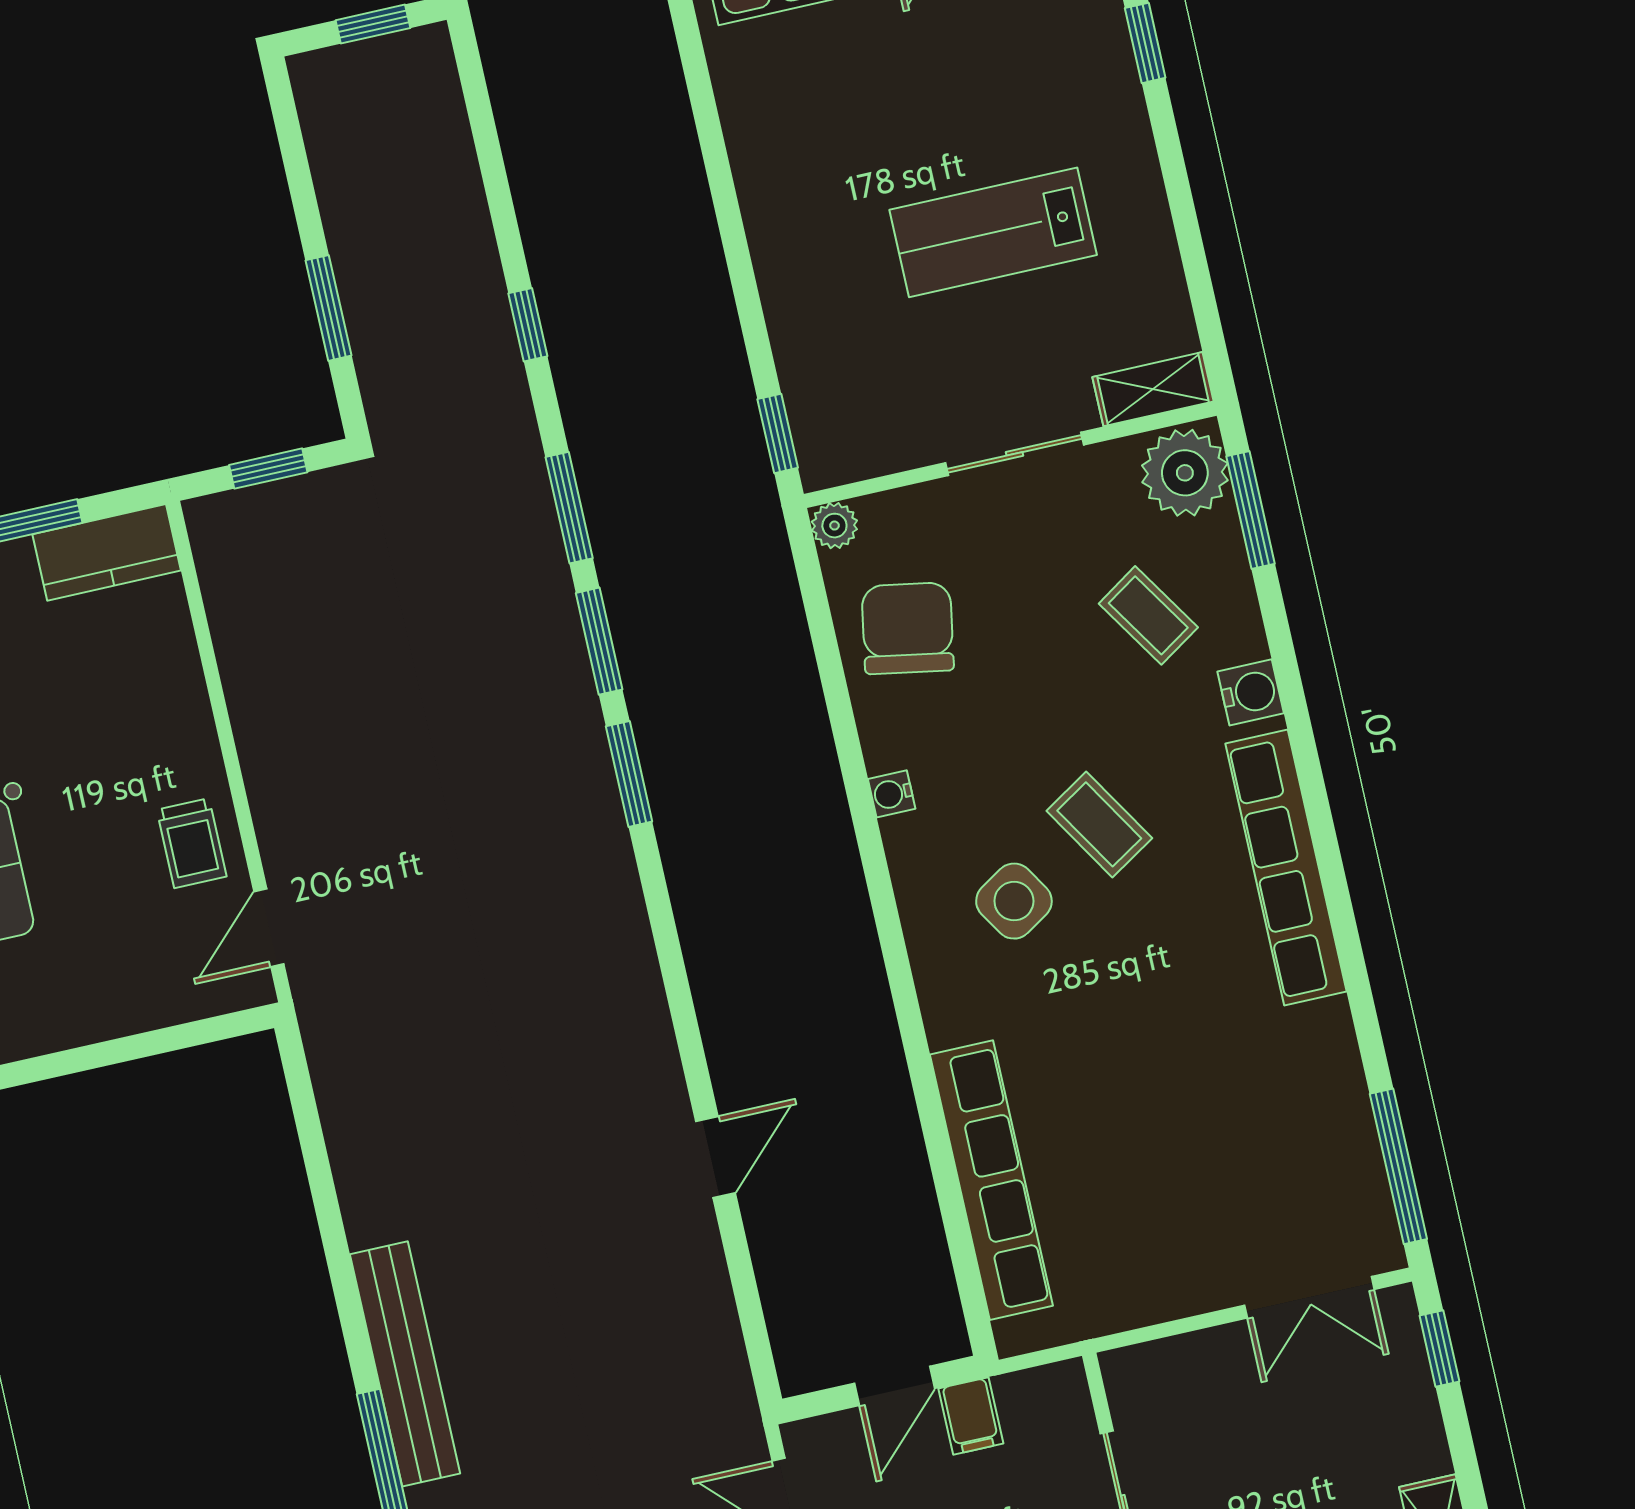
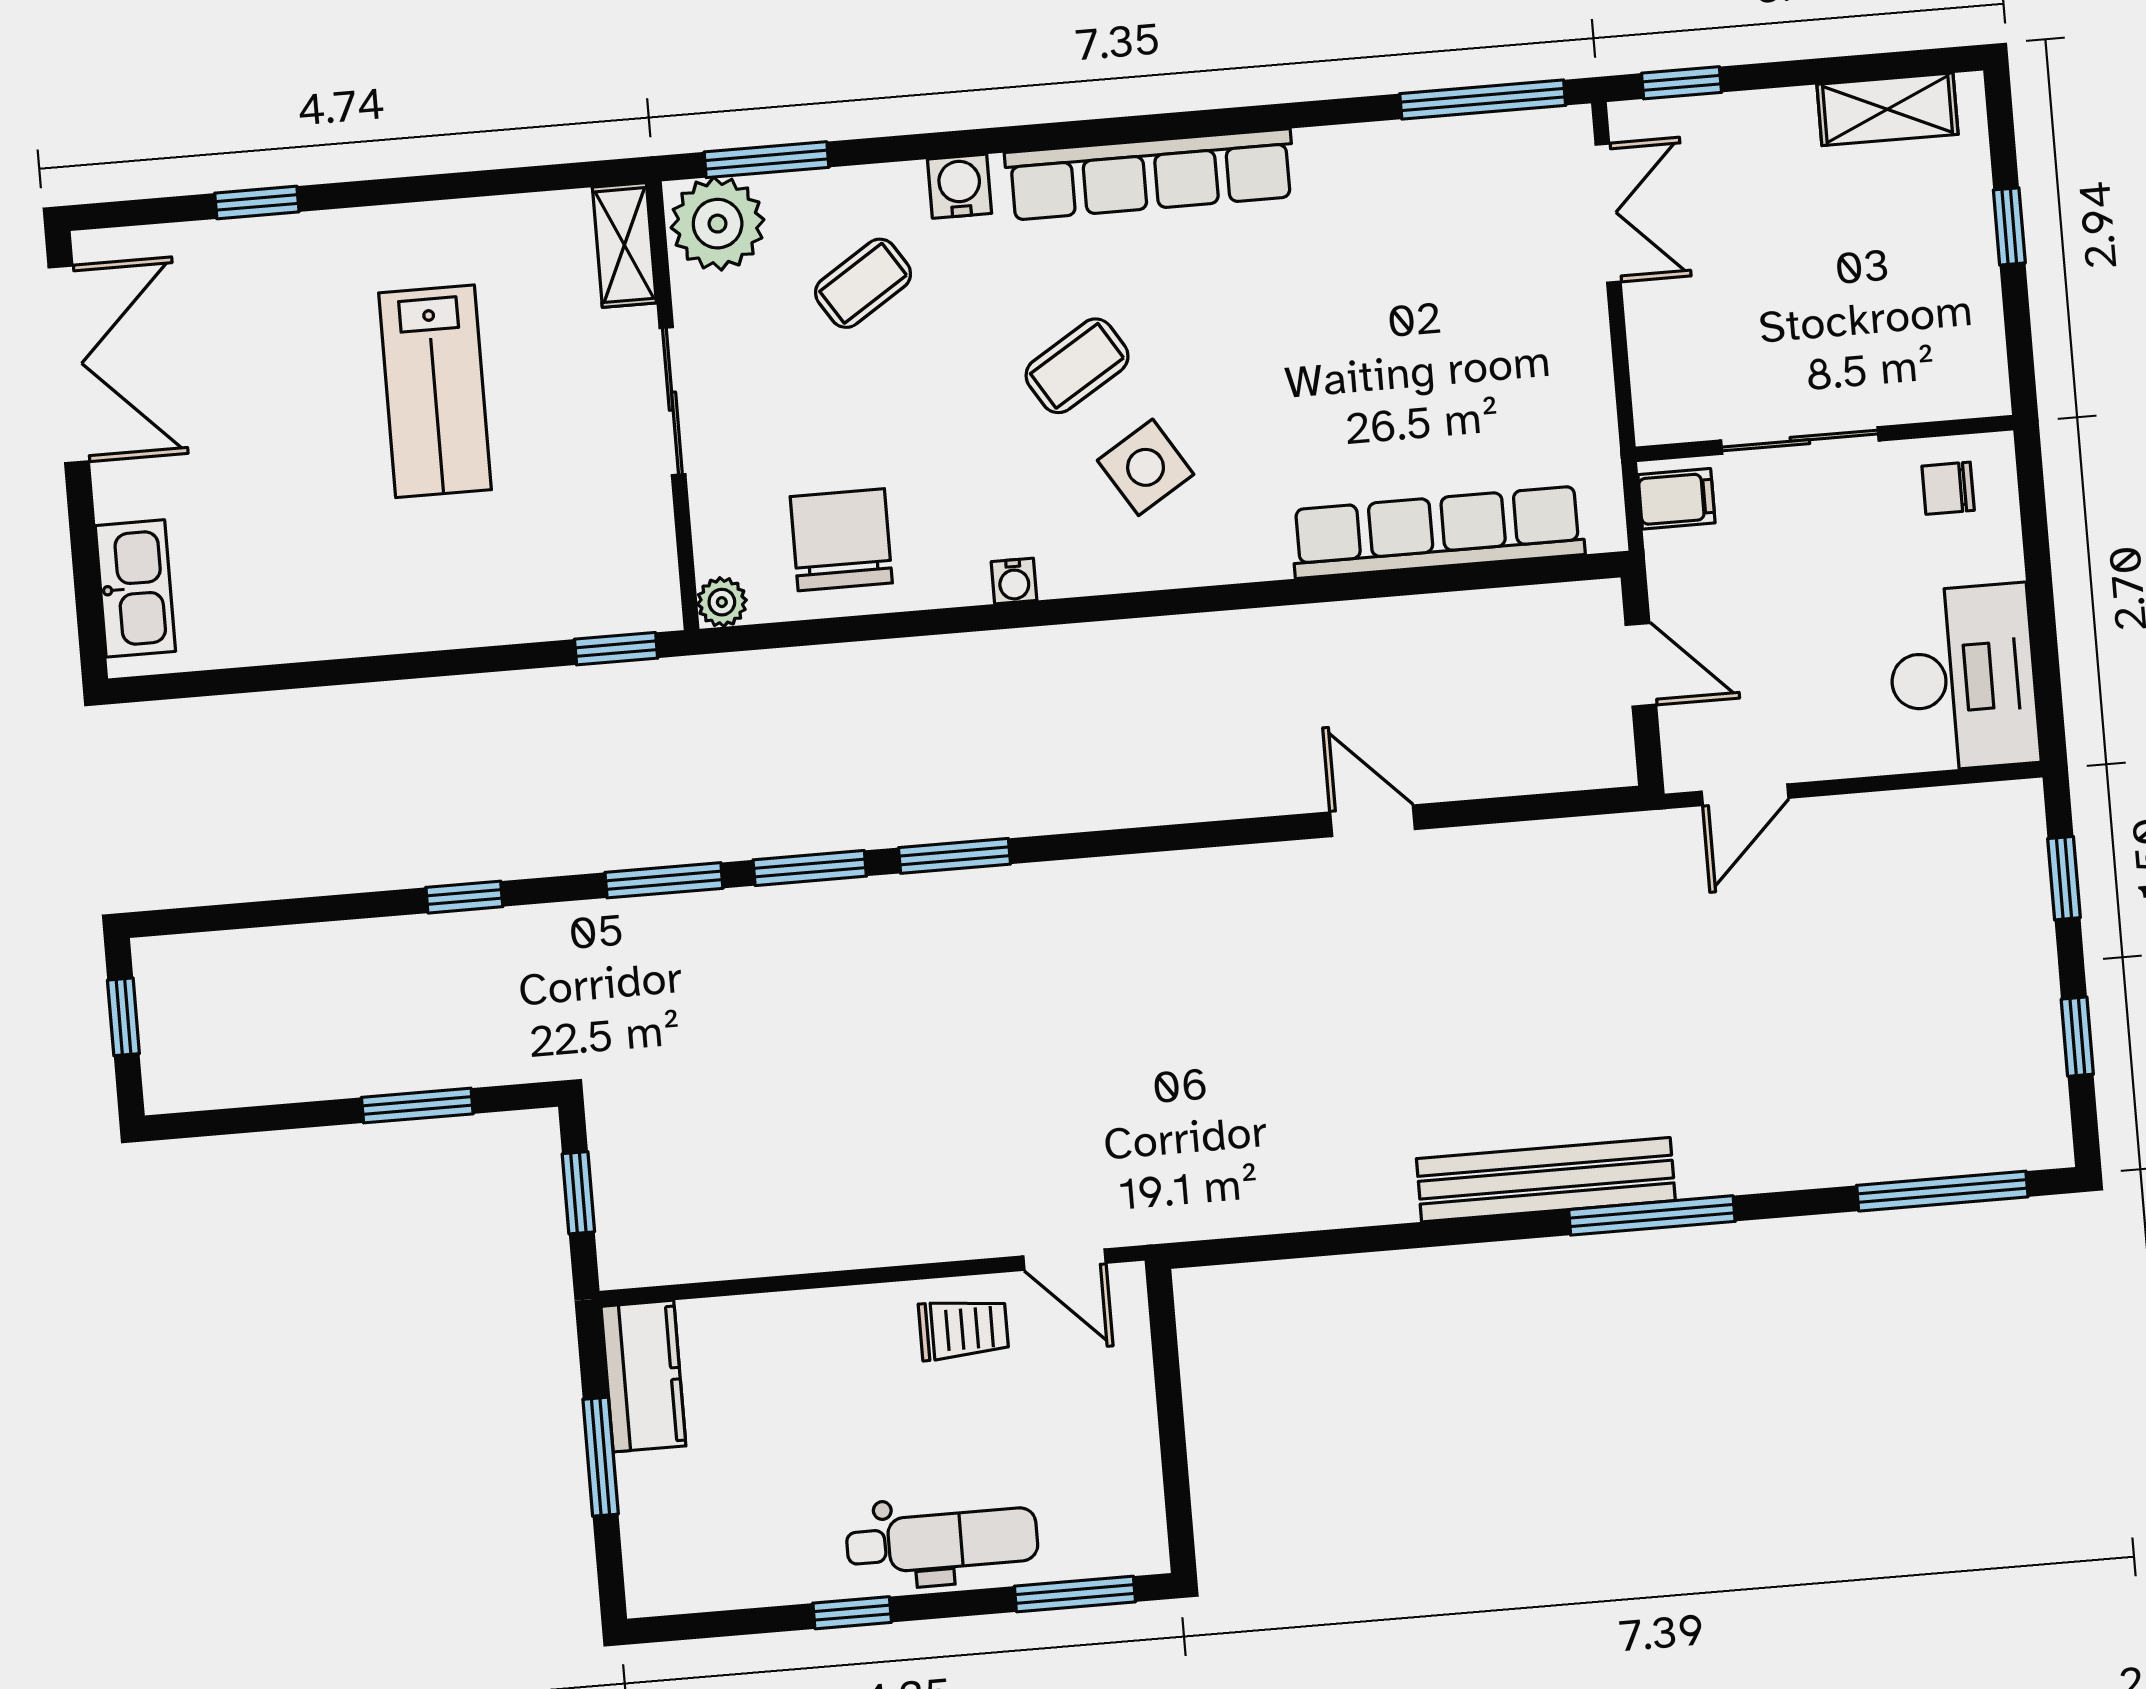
chair: (908, 628) -> (841, 540), turned 80
filing cabinet: (971, 1416) -> (1676, 499), moved

